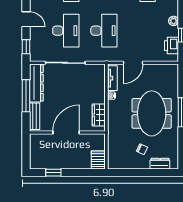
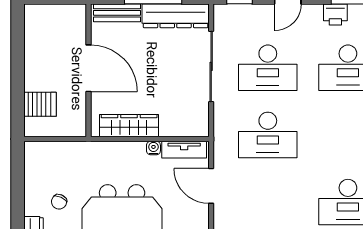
wardrobe: (99, 115) -> (129, 126), width x1.50
server rack: (98, 160) -> (40, 104), moved
window: (53, 173) -> (18, 46), removed

